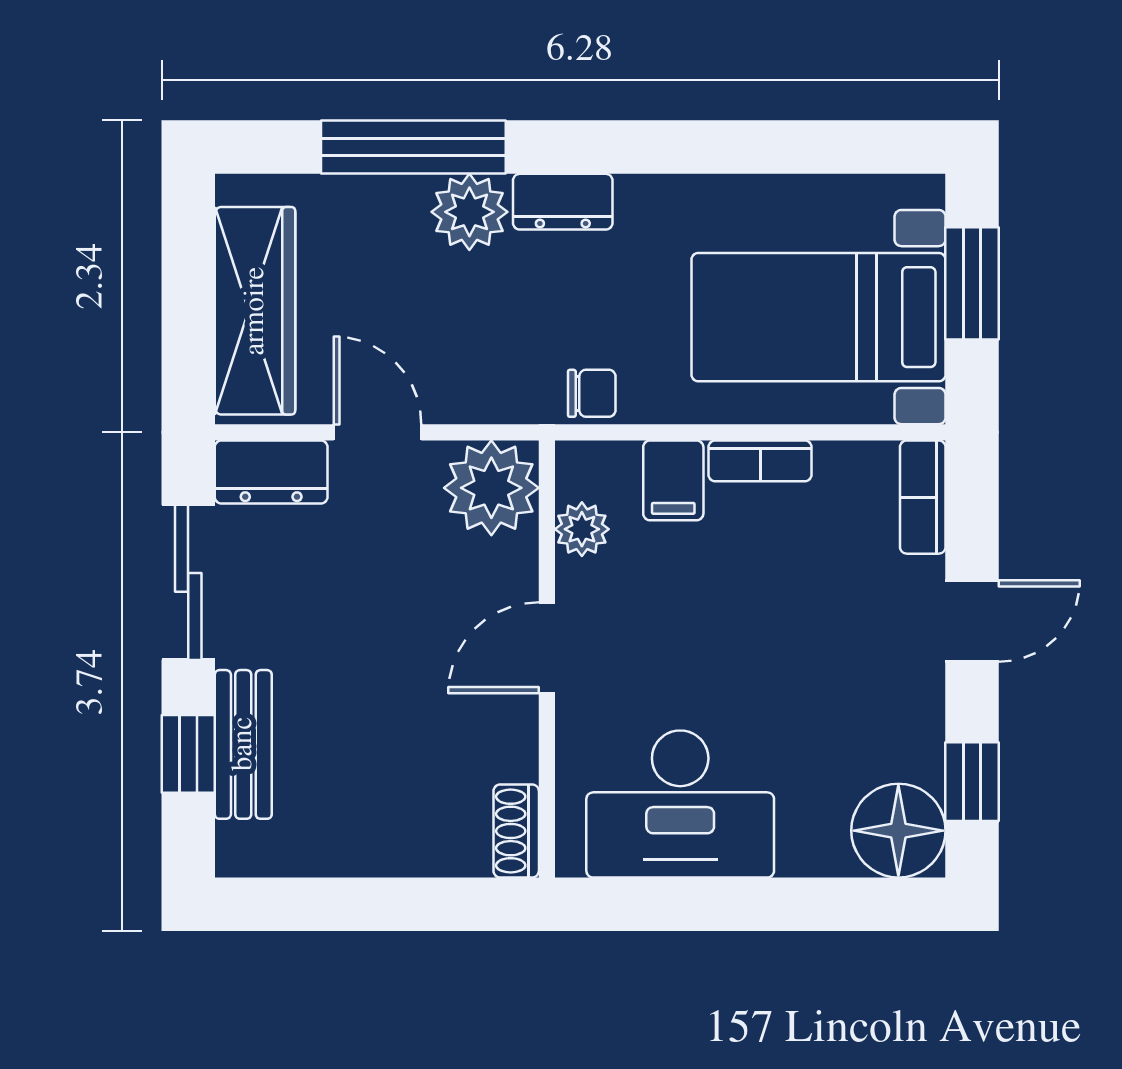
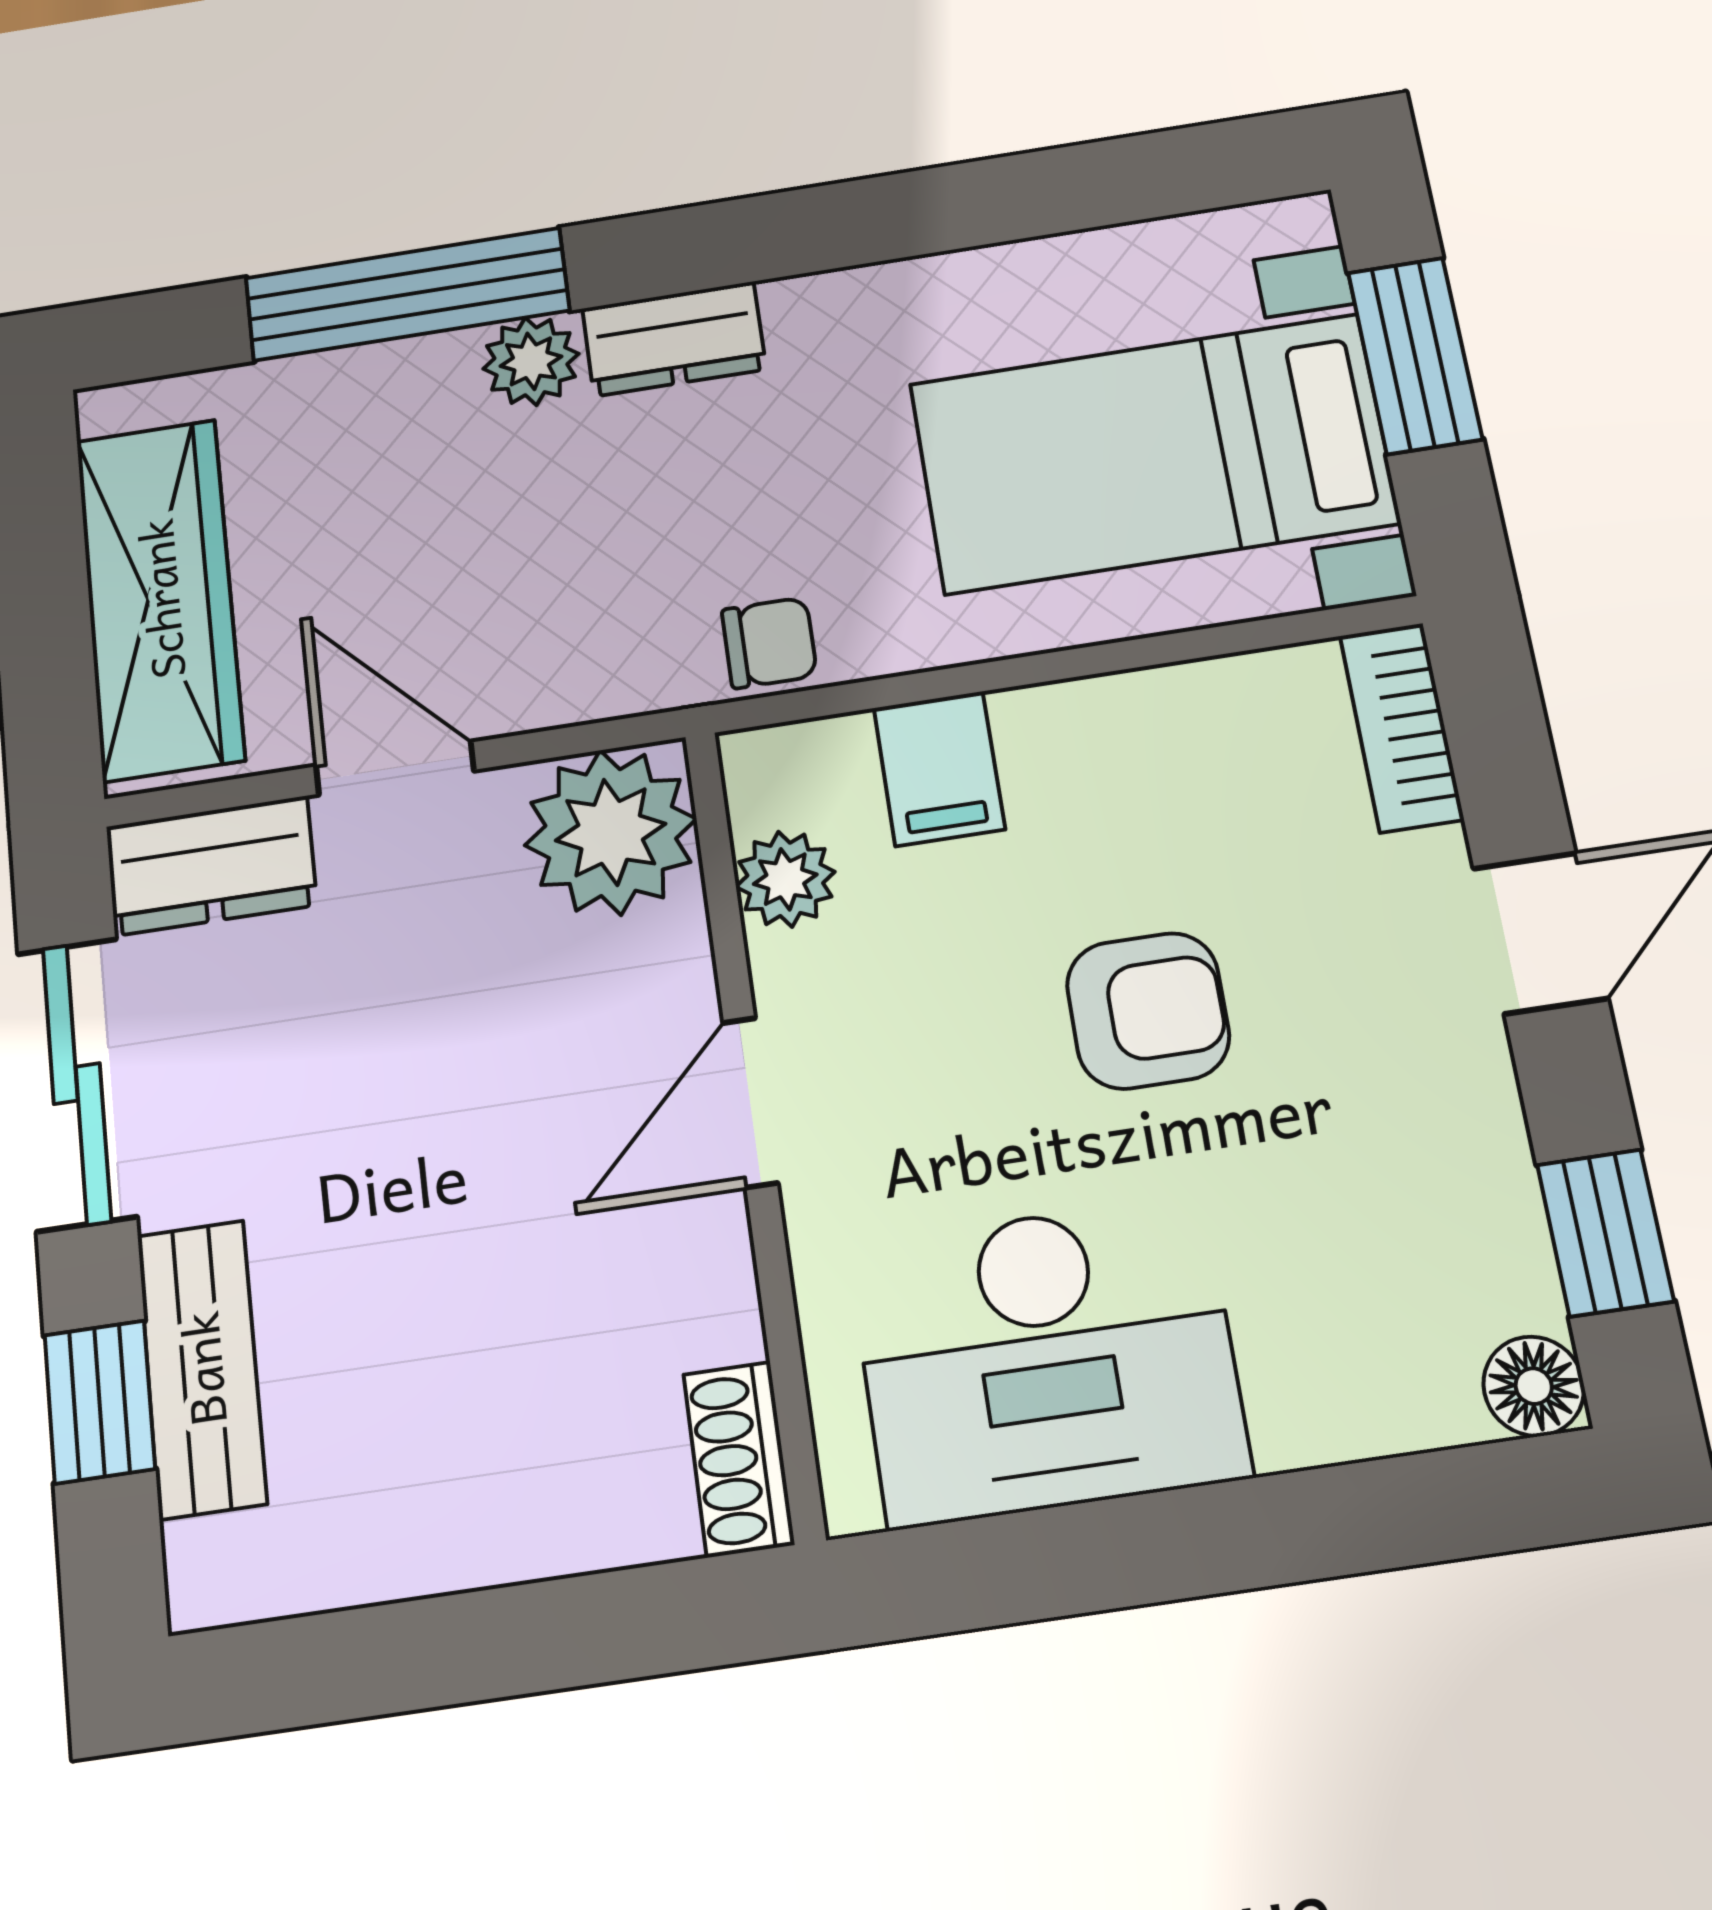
plant: (469, 212) -> (531, 361), width x0.73, depth x0.73
bookcase: (760, 461) -> (1091, 711), removed
armchair: (762, 631) -> (1148, 1011), added
floor lamp: (898, 831) -> (1534, 1386), width x0.53, depth x0.53

